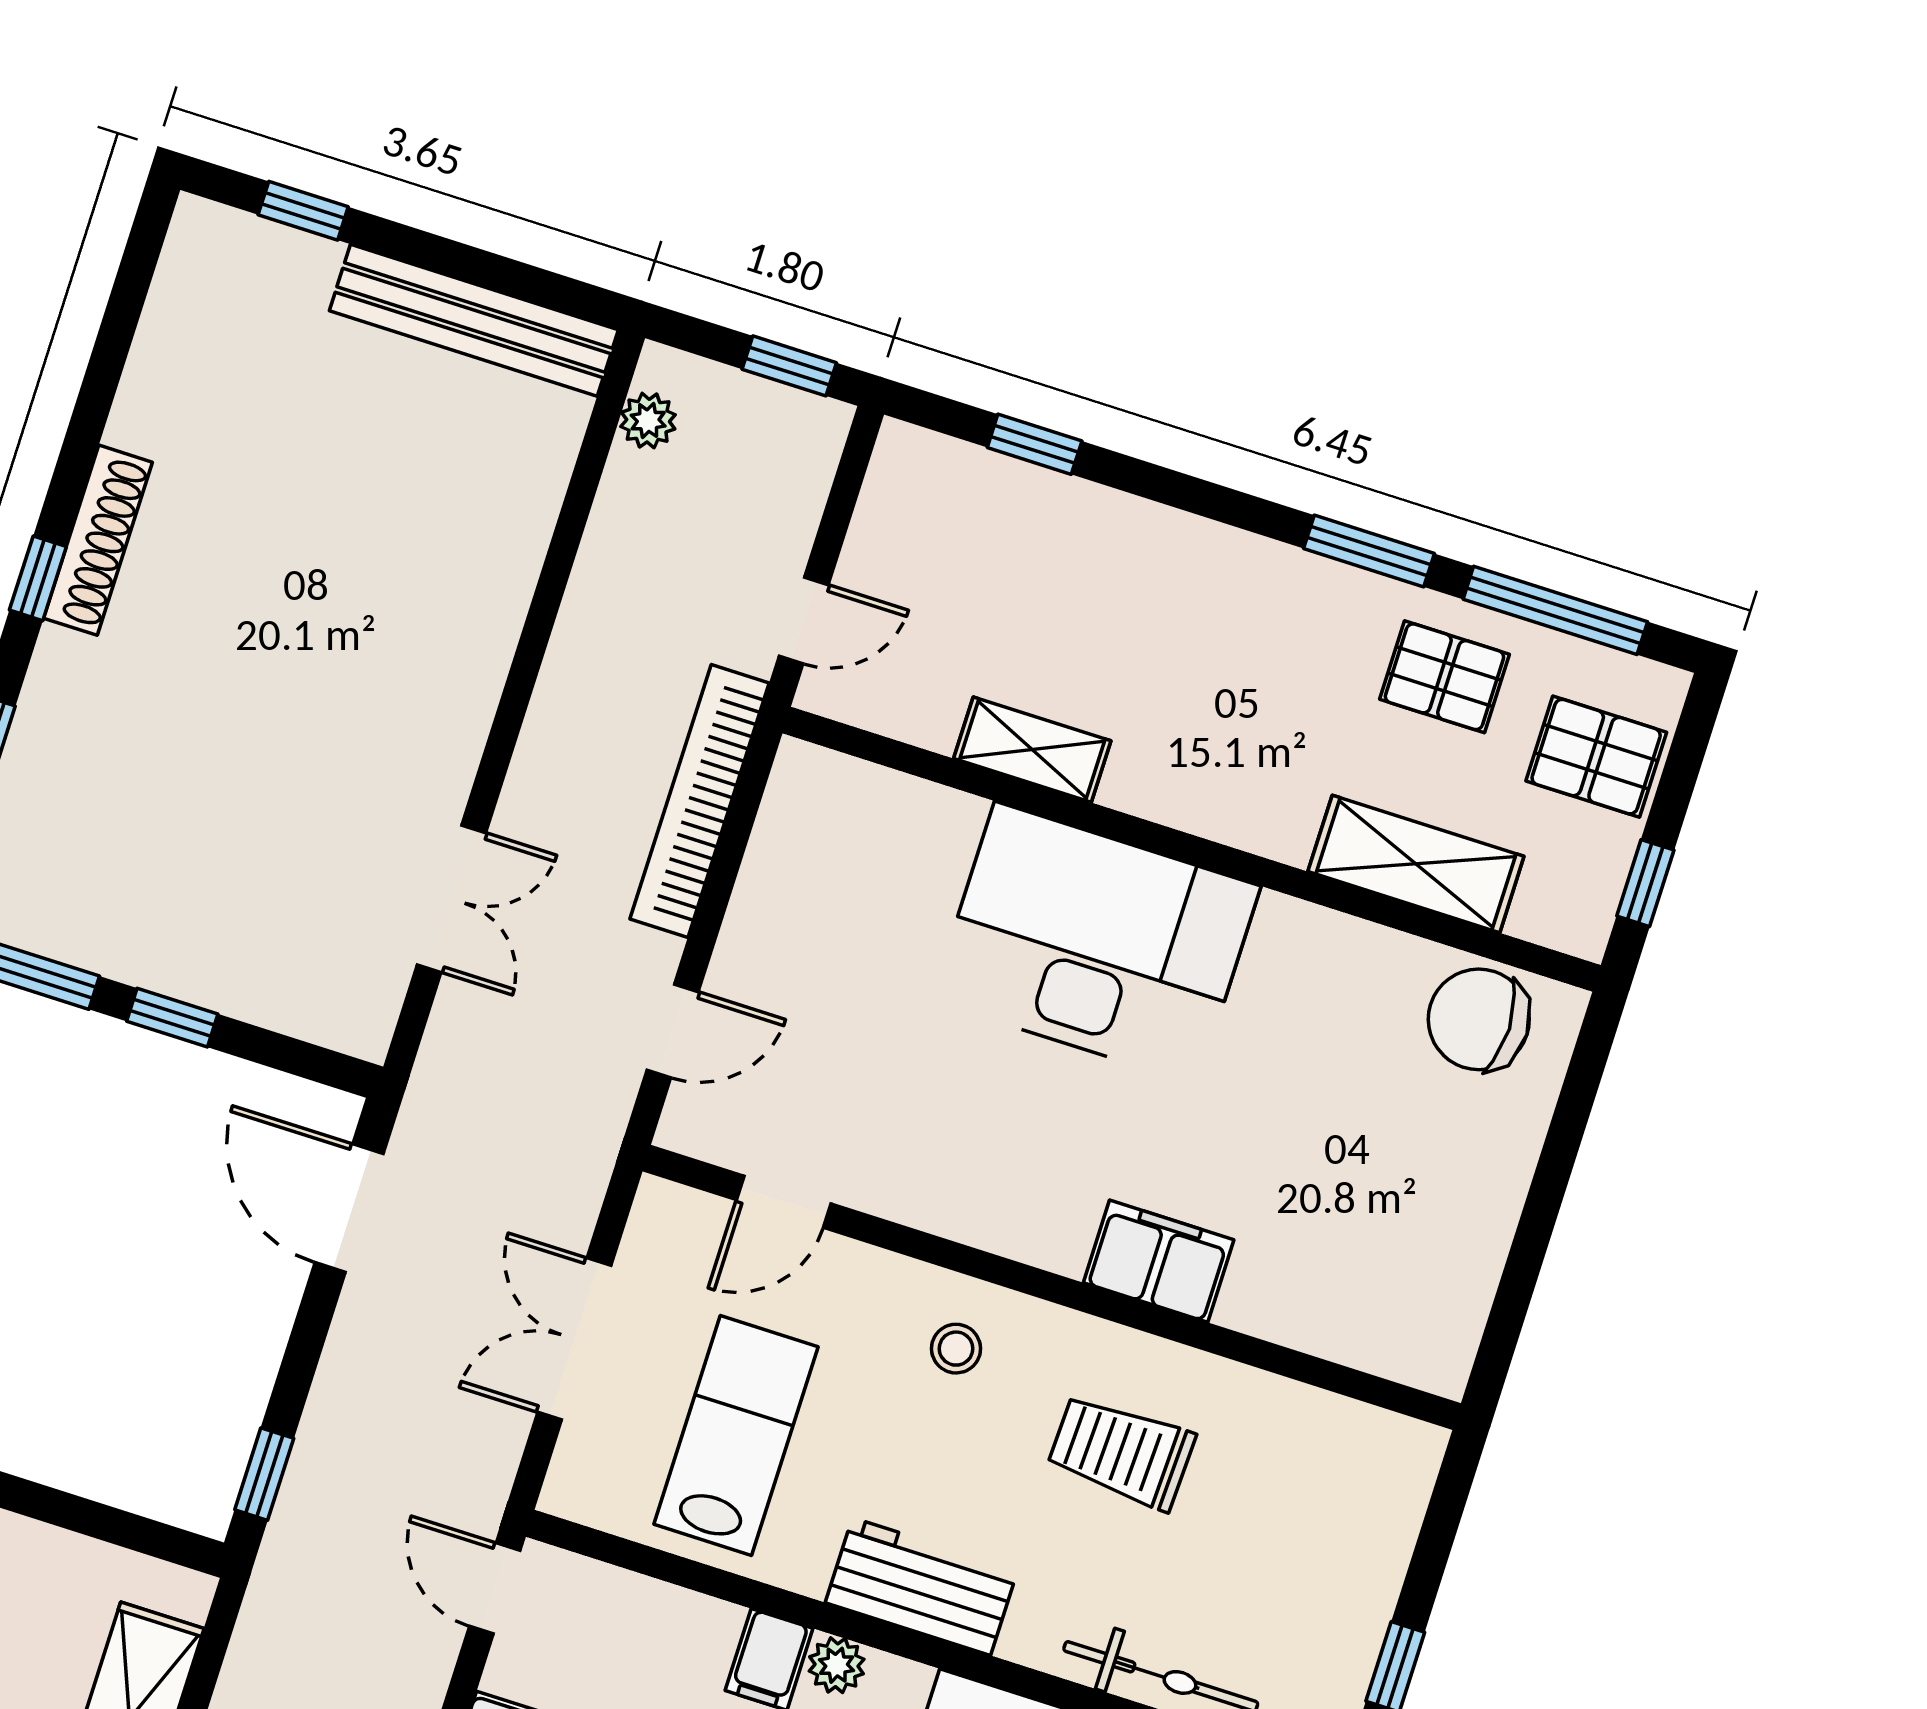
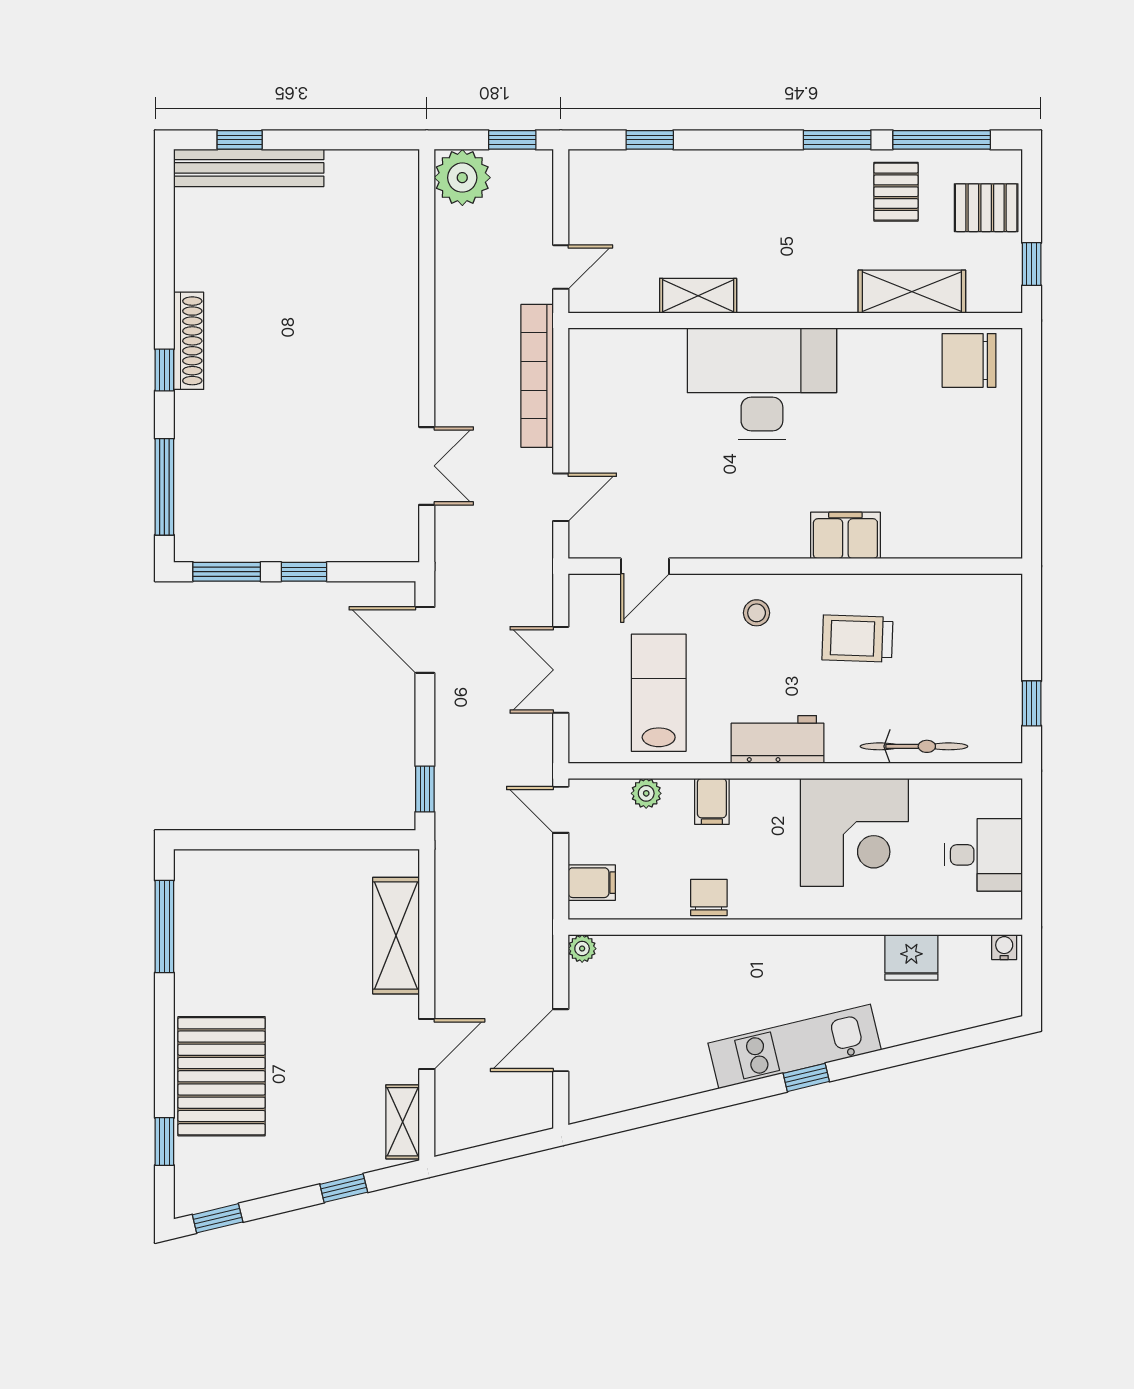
bench: (474, 320) -> (249, 168), moved
plant: (648, 421) -> (462, 178), width x1.87, depth x1.87
pallet: (1444, 677) -> (896, 192), turned 90
plant: (837, 1665) -> (646, 793), moved

